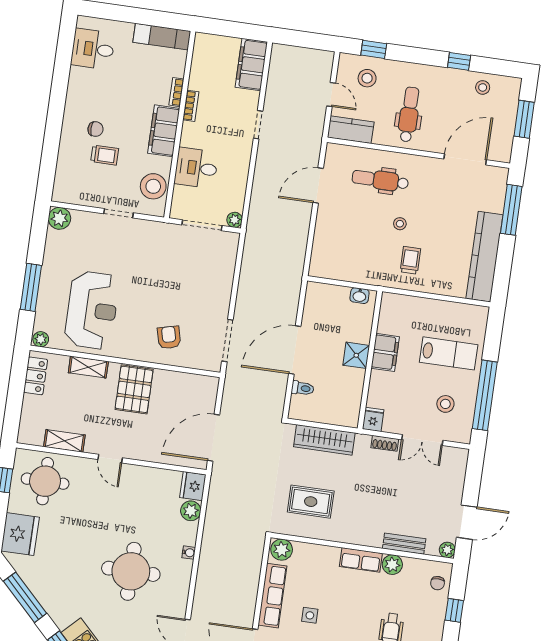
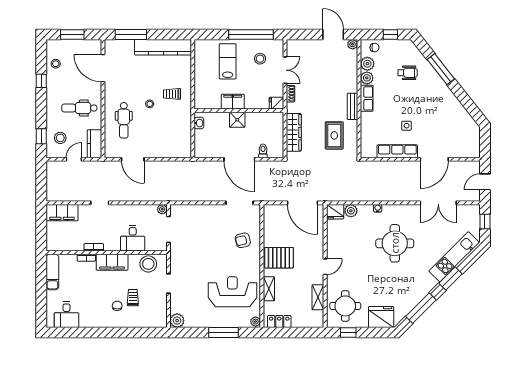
bench: (404, 544) -> (352, 106), moved
plant: (282, 550) -> (367, 64), moved

